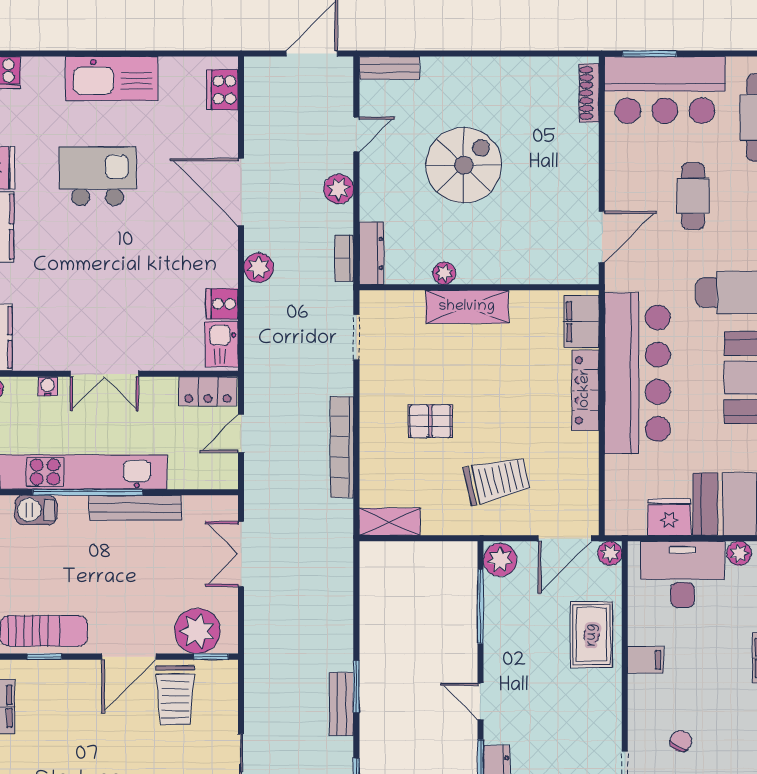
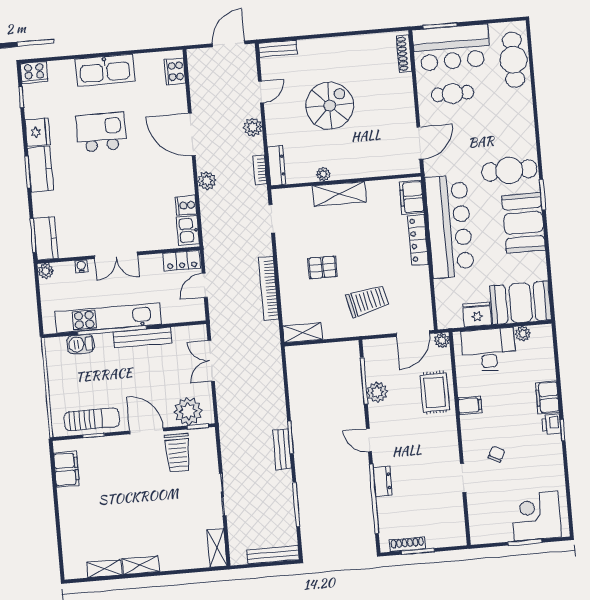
cafe table: (693, 196) -> (452, 93), moved, turned 90
plant: (500, 560) -> (377, 392), moved
door: (129, 657) -> (147, 431), swing flipped

